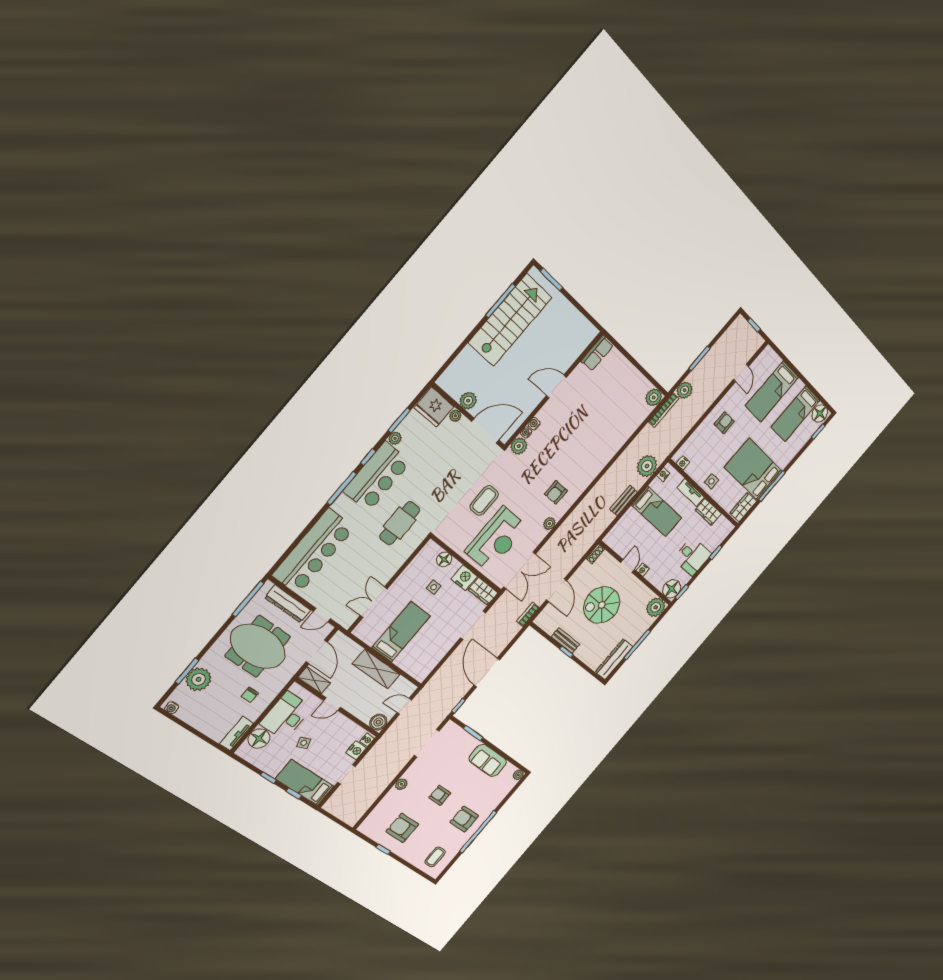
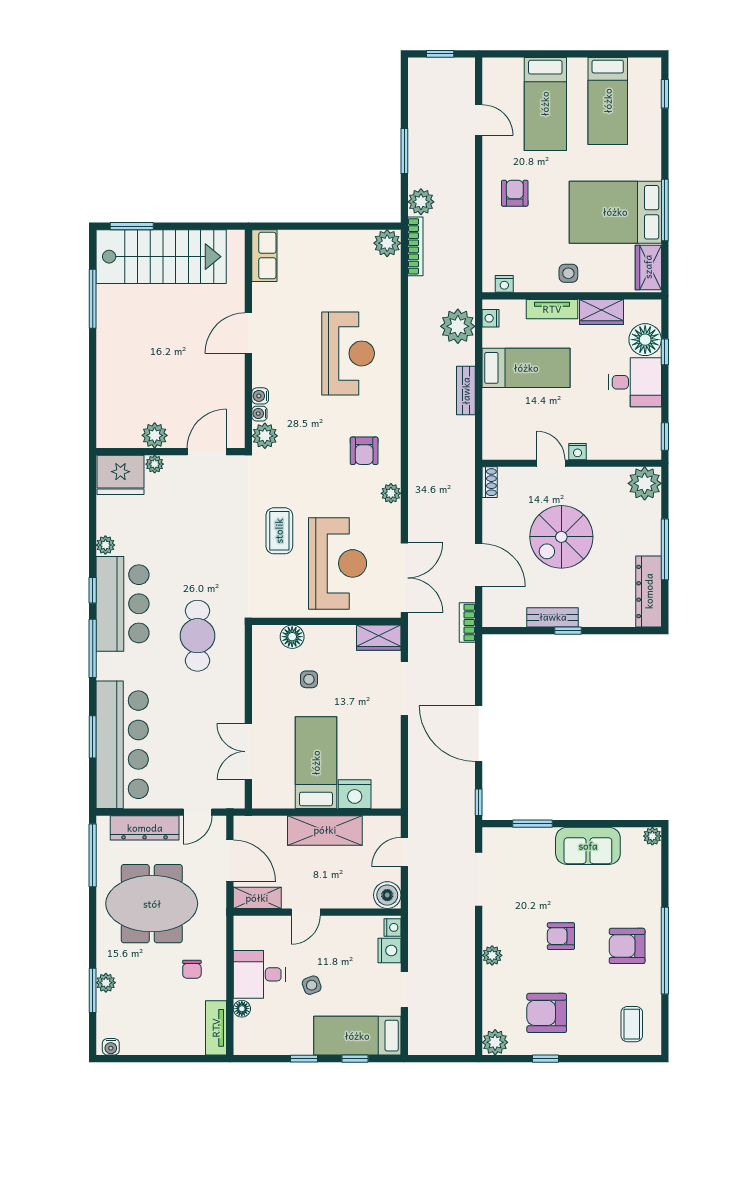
stairs: (510, 320) -> (161, 257), moved, turned 90
floor lamp: (820, 413) -> (644, 72), removed
window: (399, 420) -> (93, 737), moved
door: (485, 431) -> (207, 452), width x0.73
reception desk: (591, 437) -> (348, 353), added
nightstand: (464, 578) -> (355, 794), moved, turned 180
floor lamp: (672, 589) -> (645, 340), moved
plant: (199, 679) -> (106, 983), width x0.53, depth x0.53
desk: (286, 716) -> (259, 974), width x0.73
floor lamp: (259, 738) -> (242, 1009), width x0.53, depth x0.53
plant: (367, 827) -> (495, 1042), added

